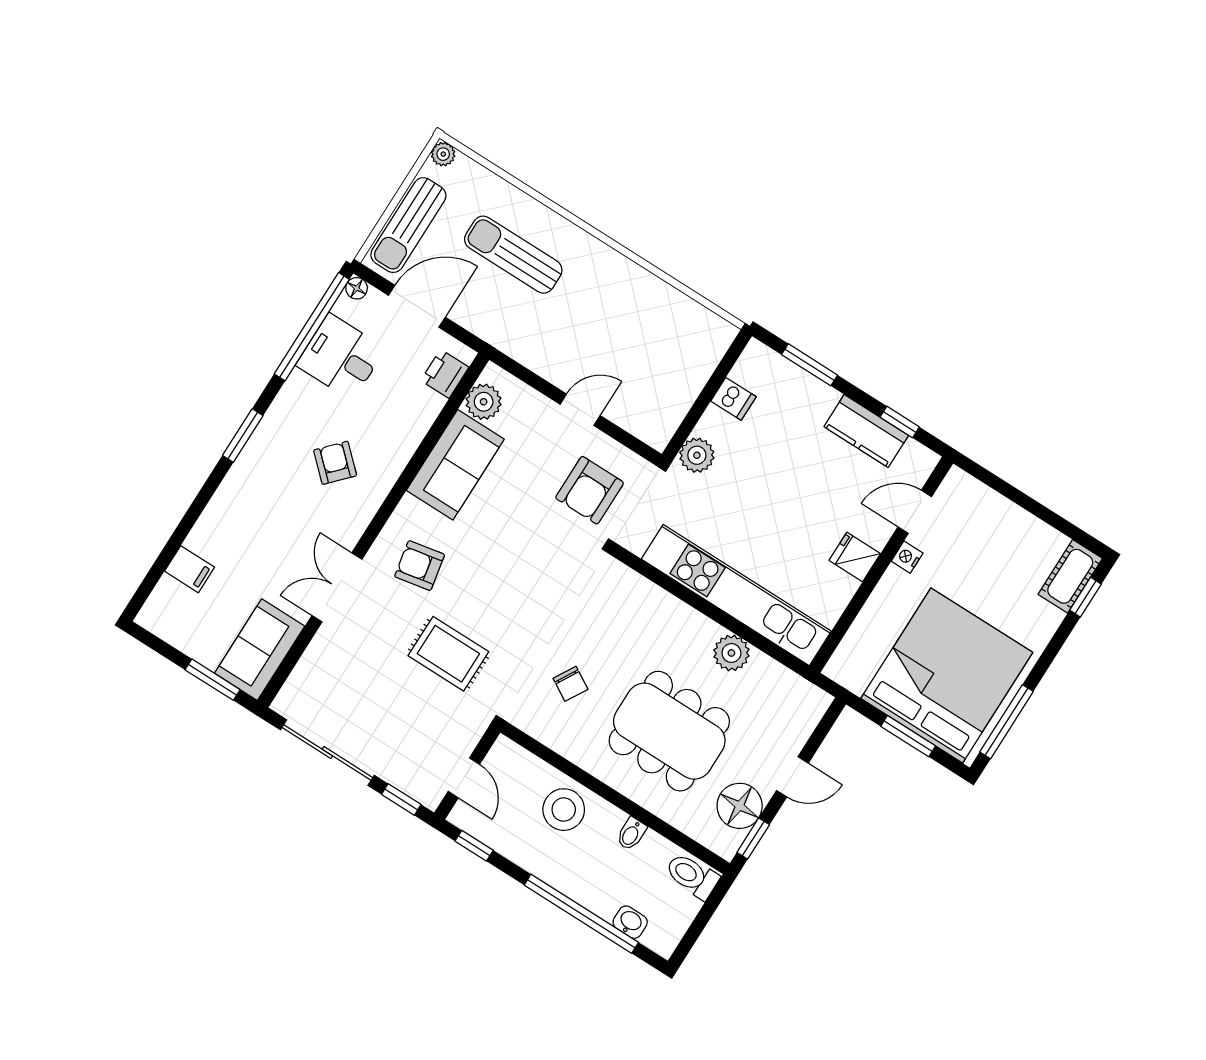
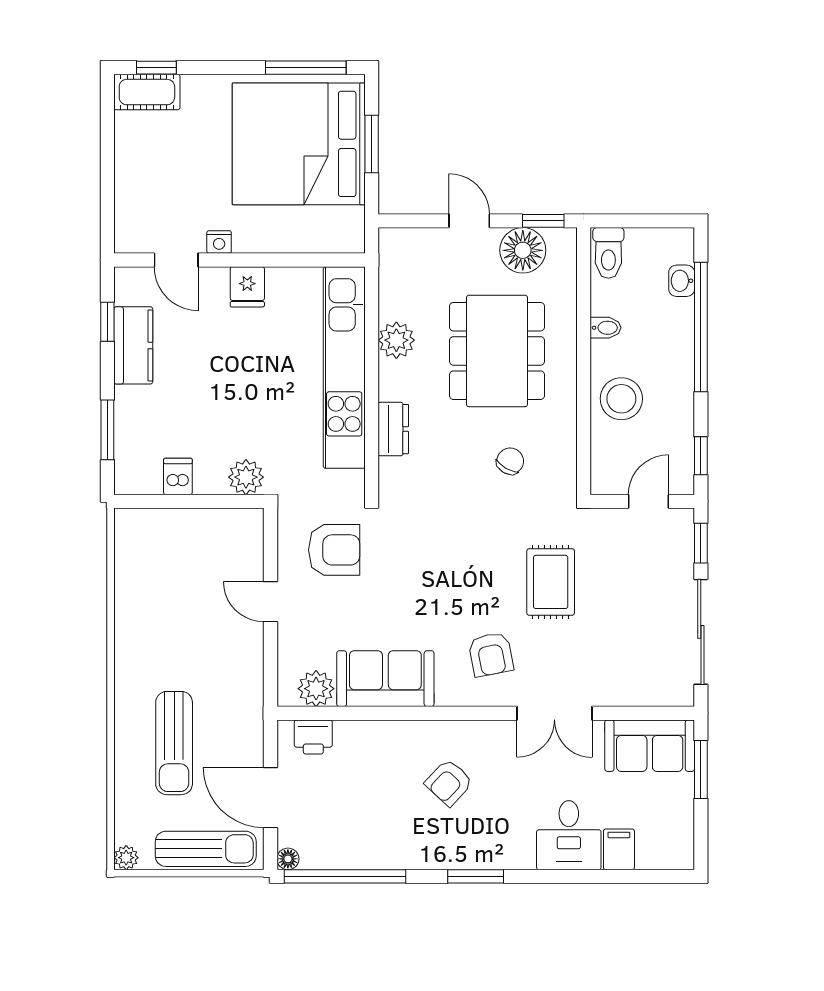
desk: (341, 357) -> (569, 835), moved
dresser: (659, 603) -> (393, 429), added

